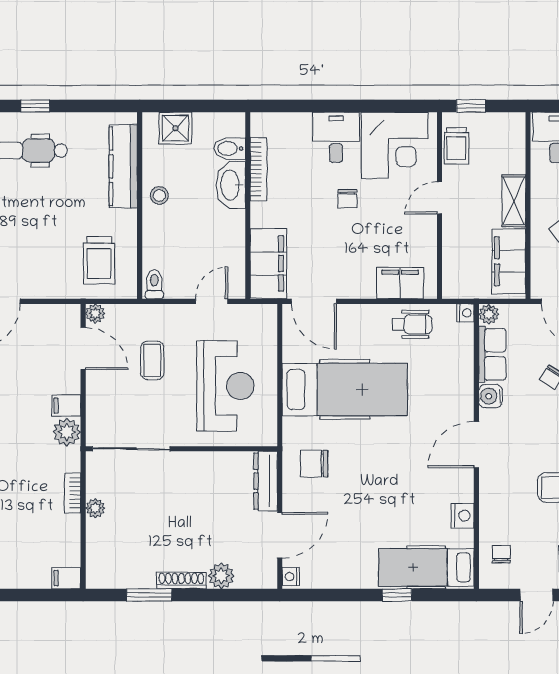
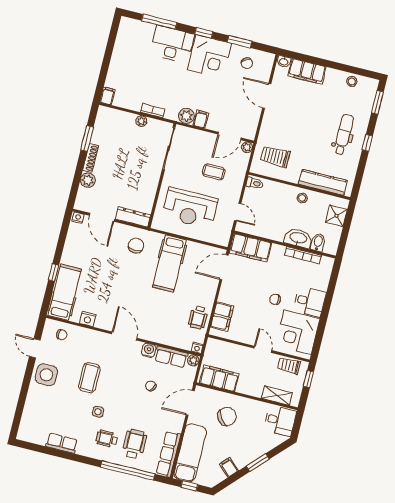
shelving: (514, 201) -> (277, 396), moved
hospital bed: (345, 390) -> (169, 263), width x0.73, depth x0.78

